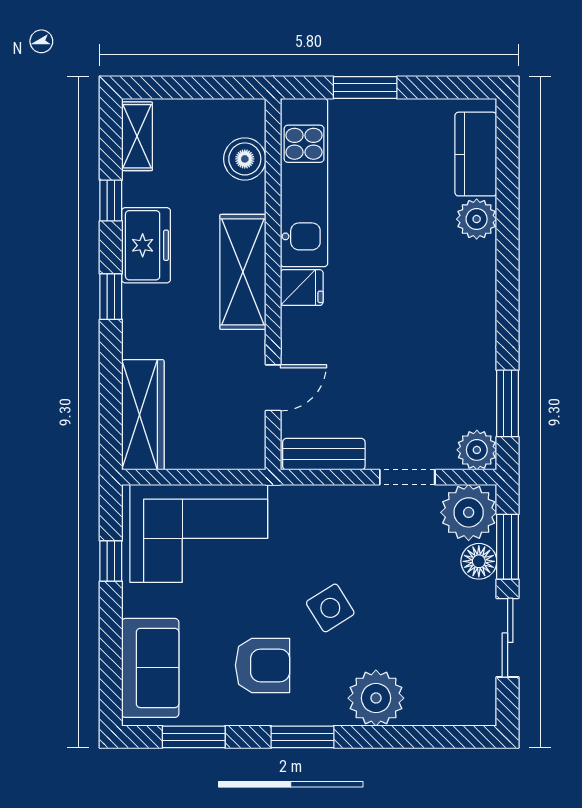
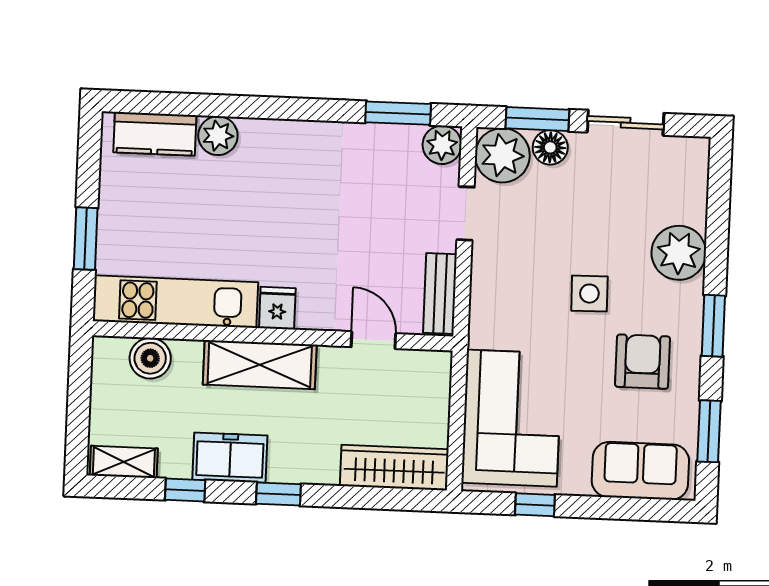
side table: (330, 608) -> (589, 294), turned 31

